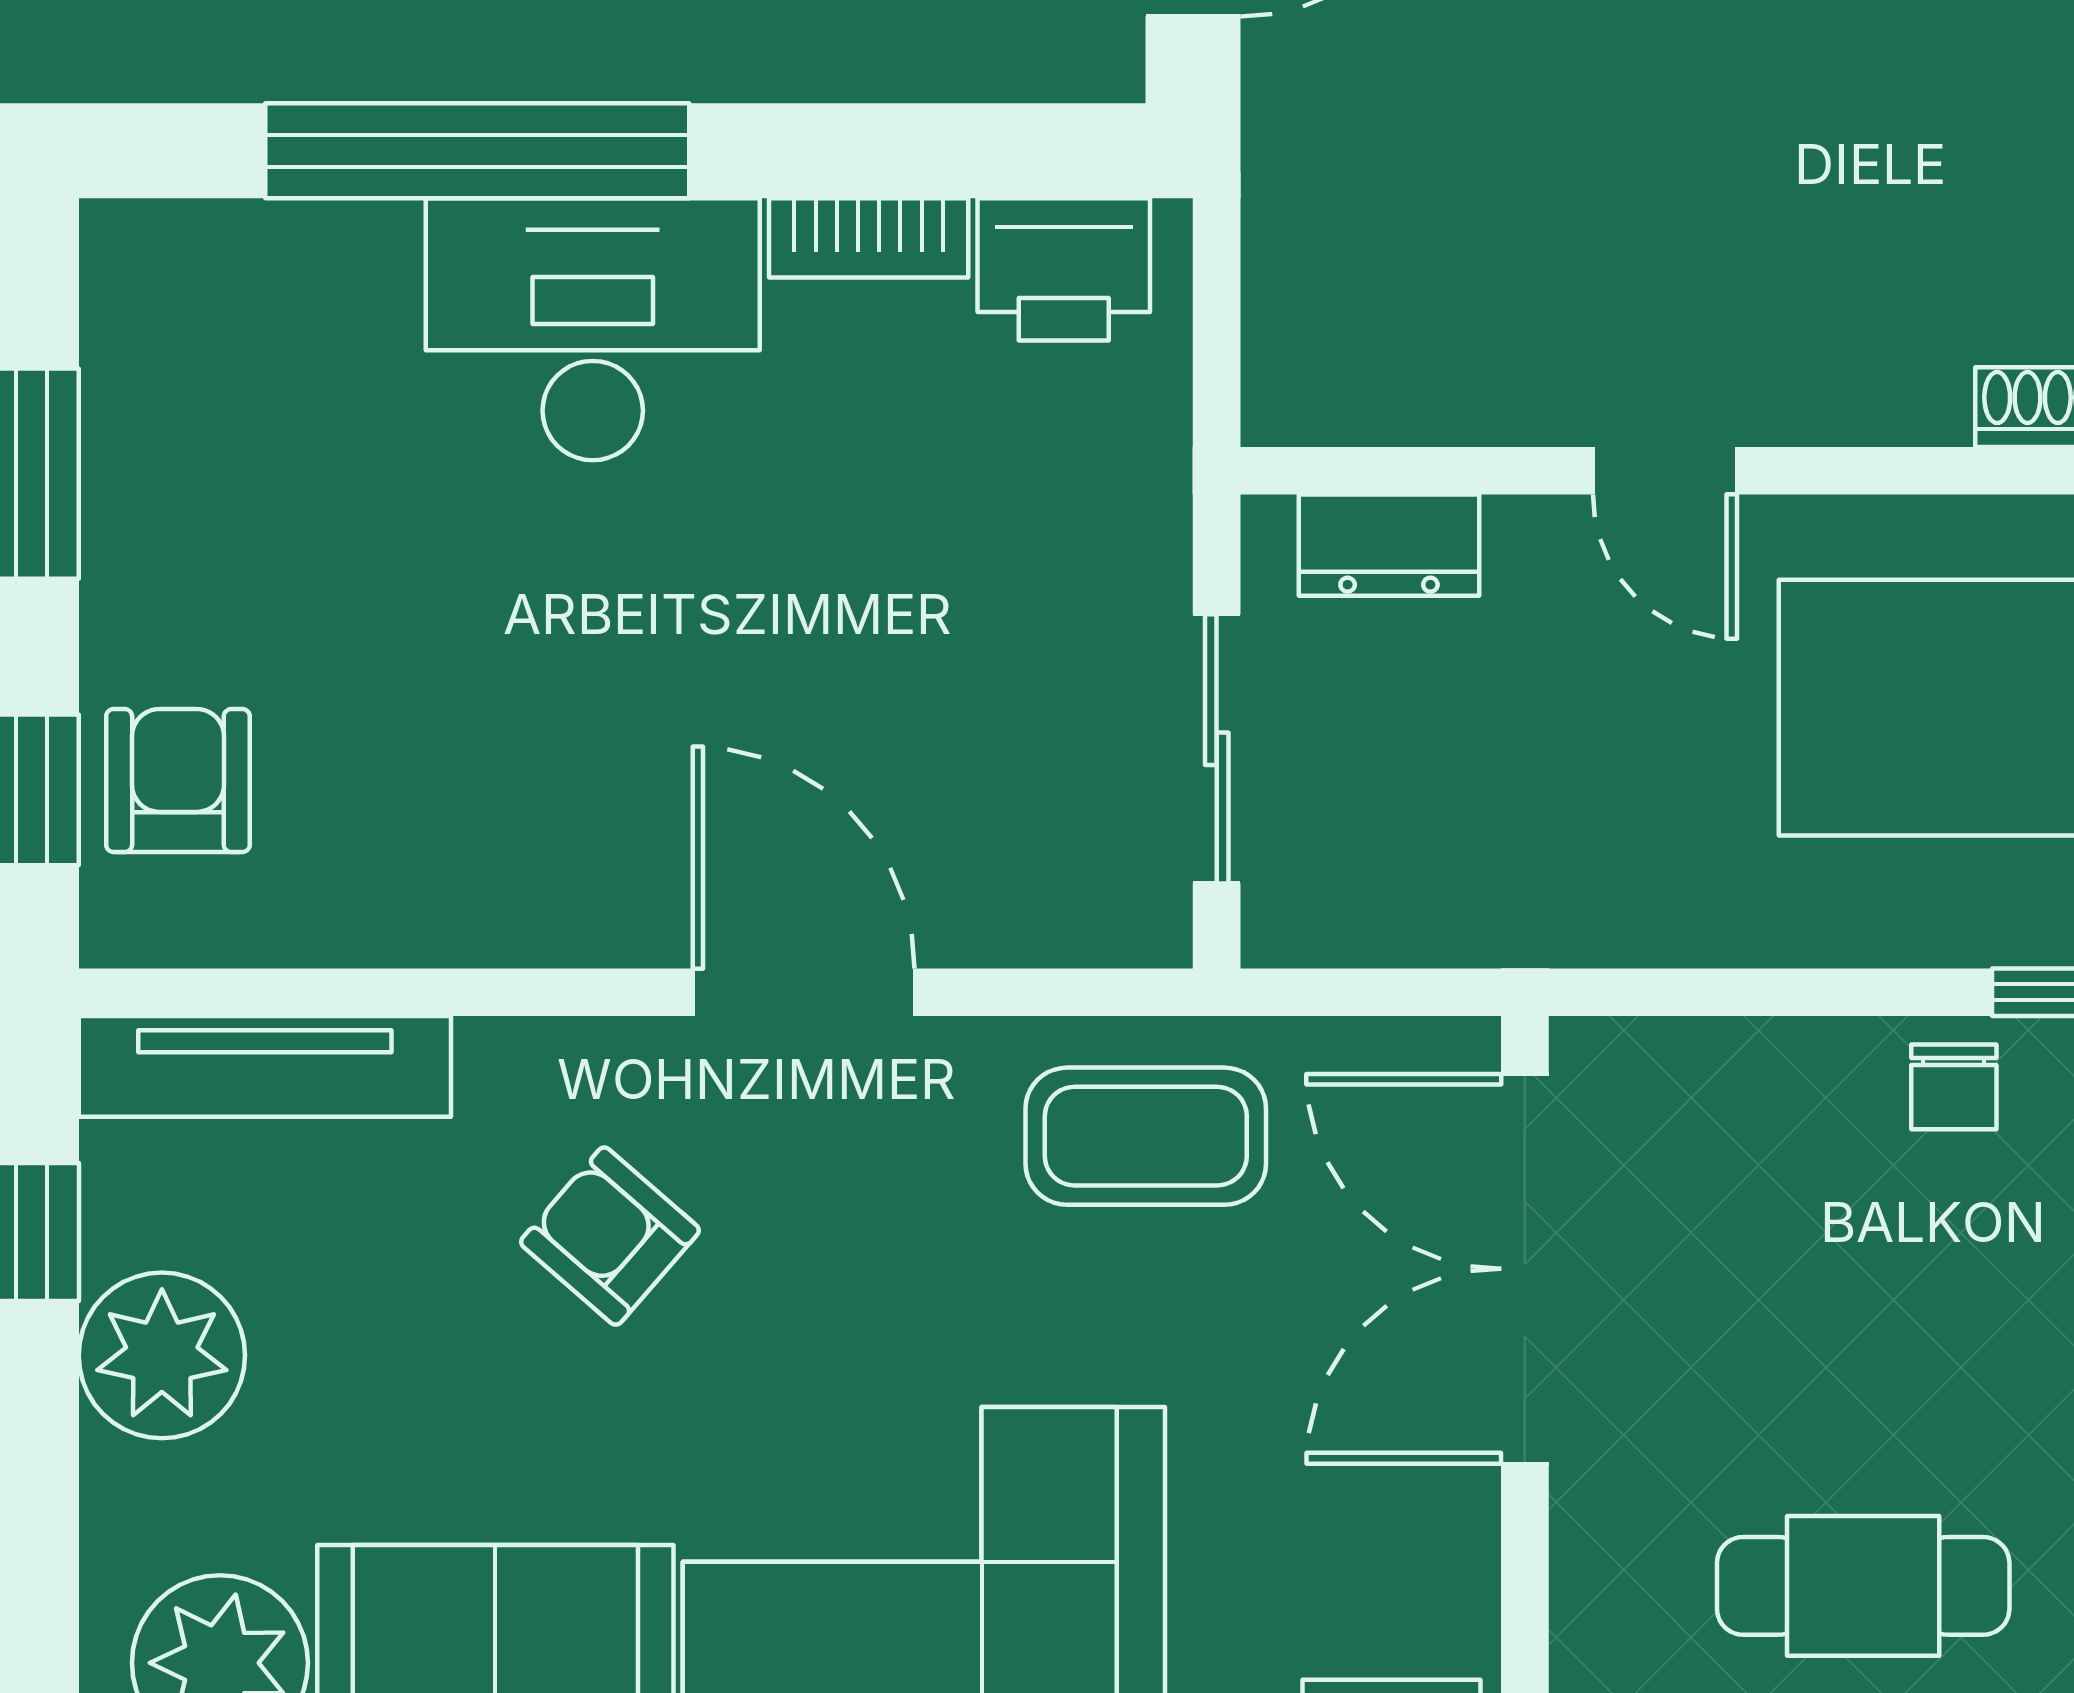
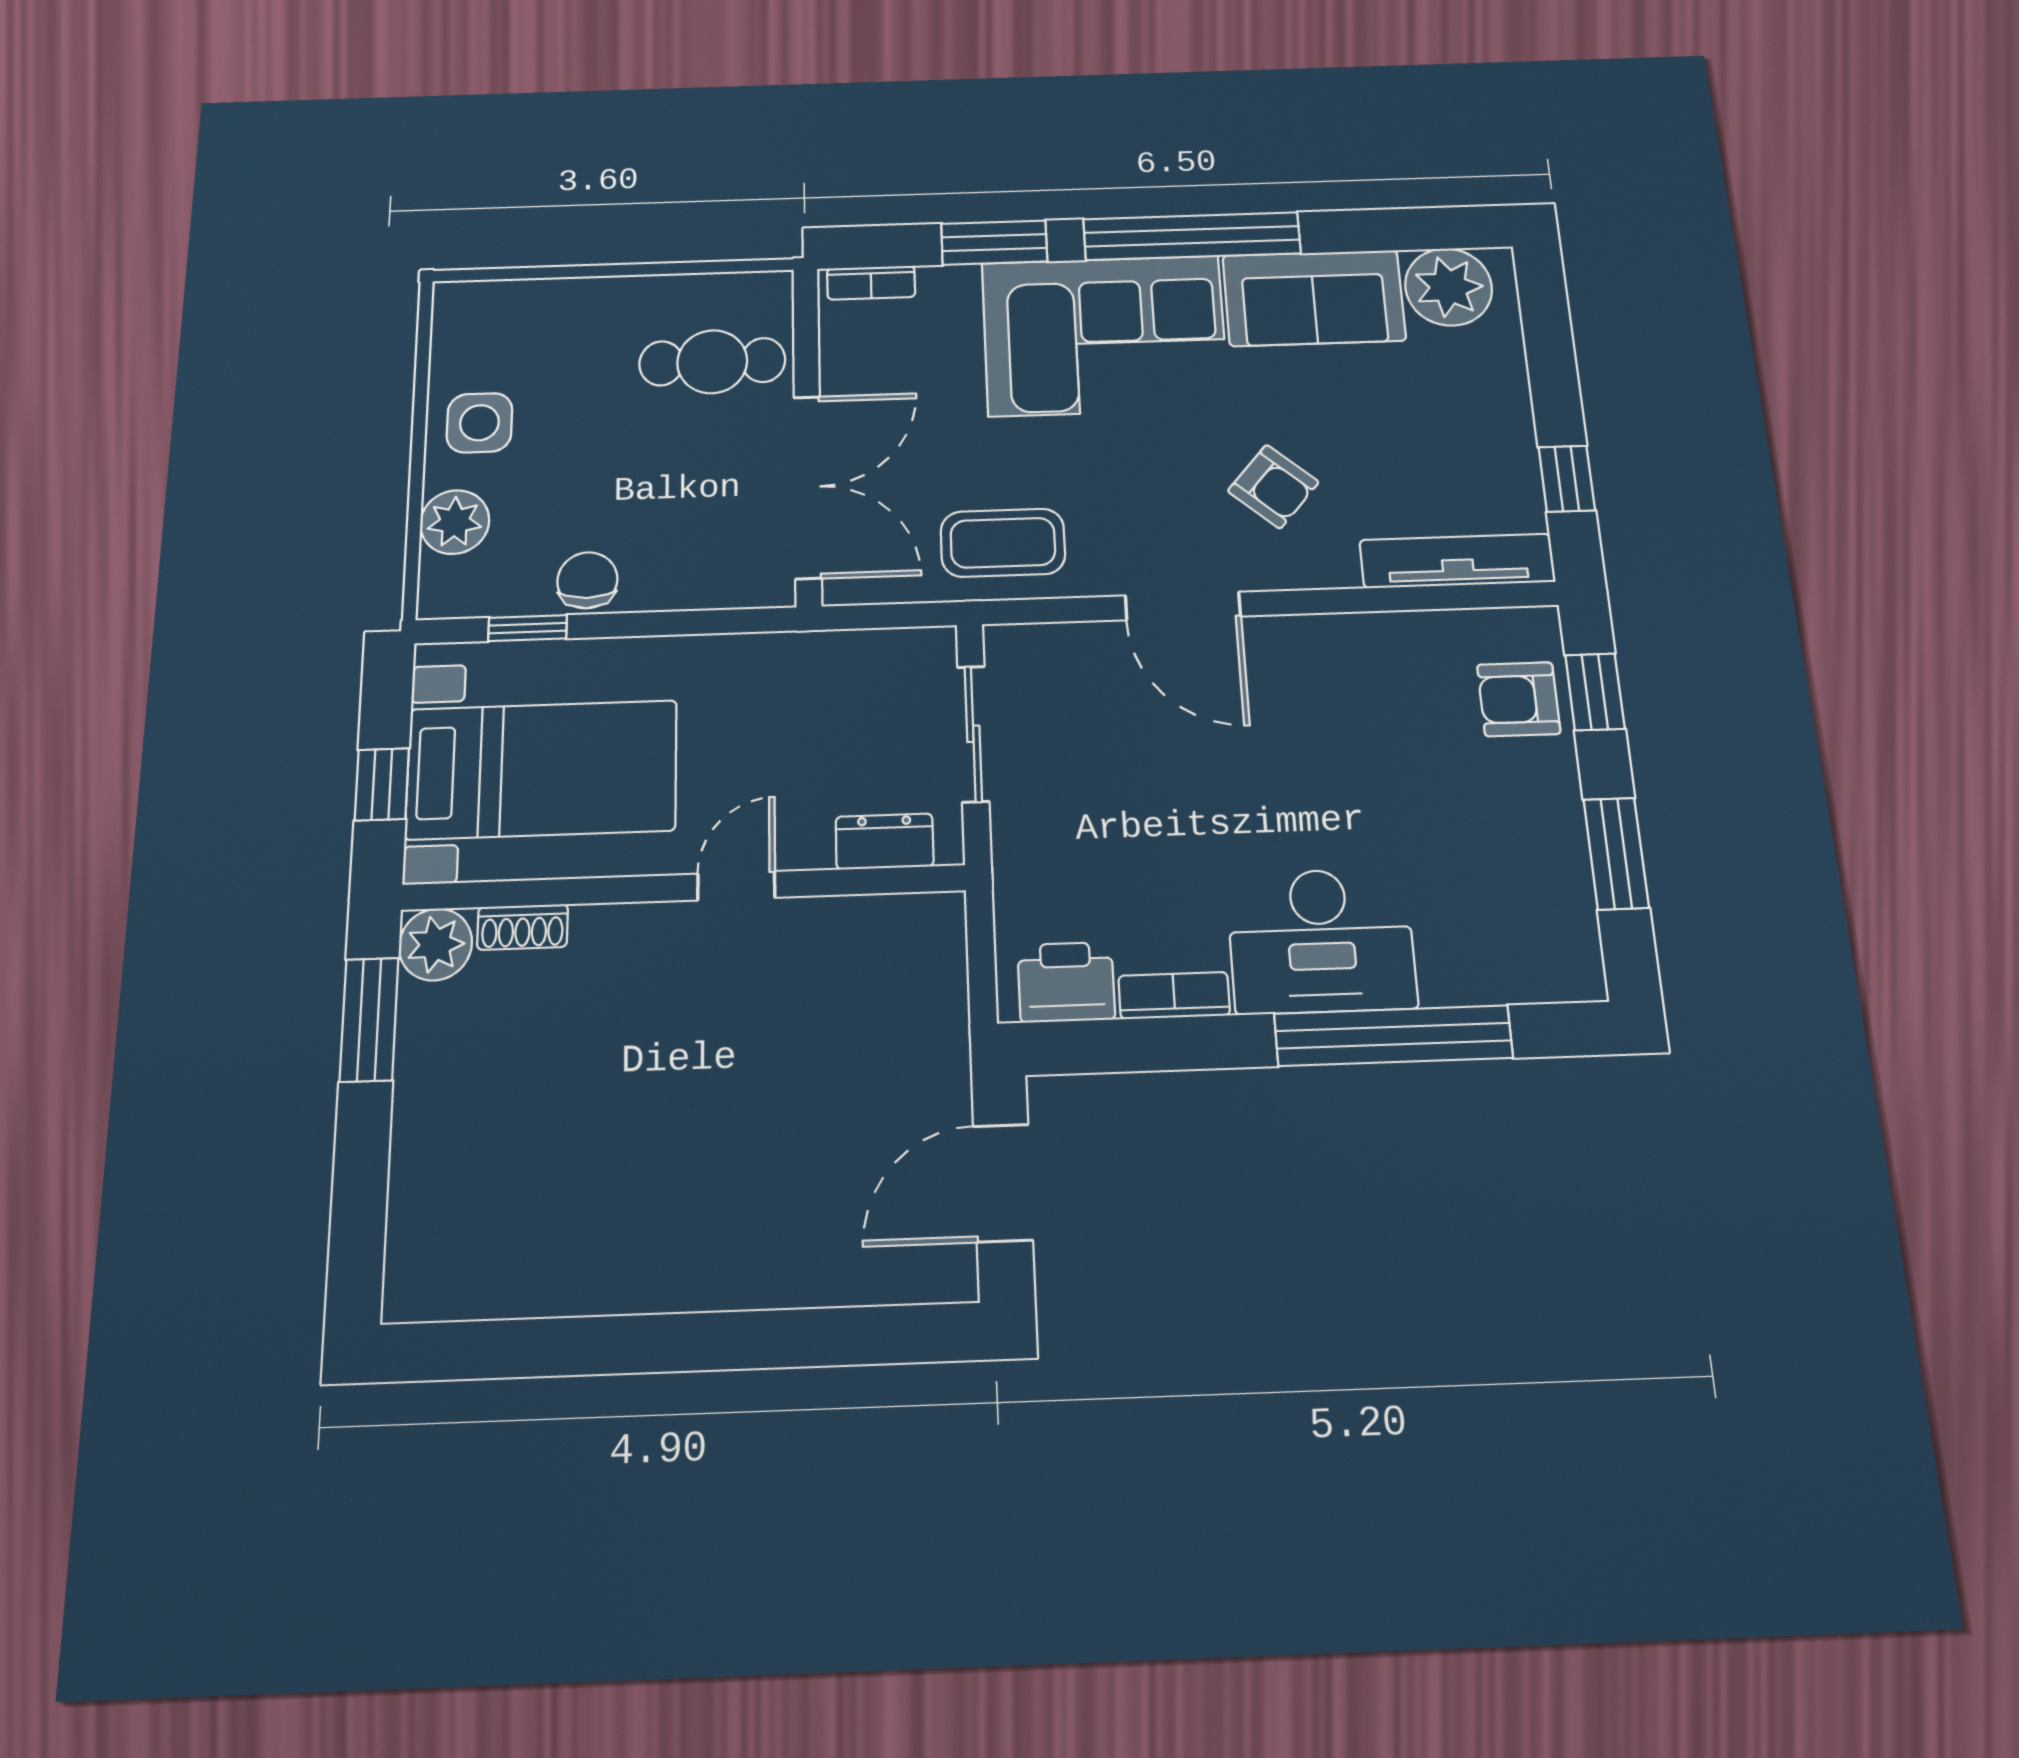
door: (1665, 471) -> (736, 886), hinge flipped
armchair: (178, 781) -> (1519, 699), turned 90
chair: (1954, 1087) -> (587, 580), width x1.37, depth x1.37
plant: (162, 1355) -> (1494, 424), removed
cafe table: (1863, 1586) -> (712, 362), moved

